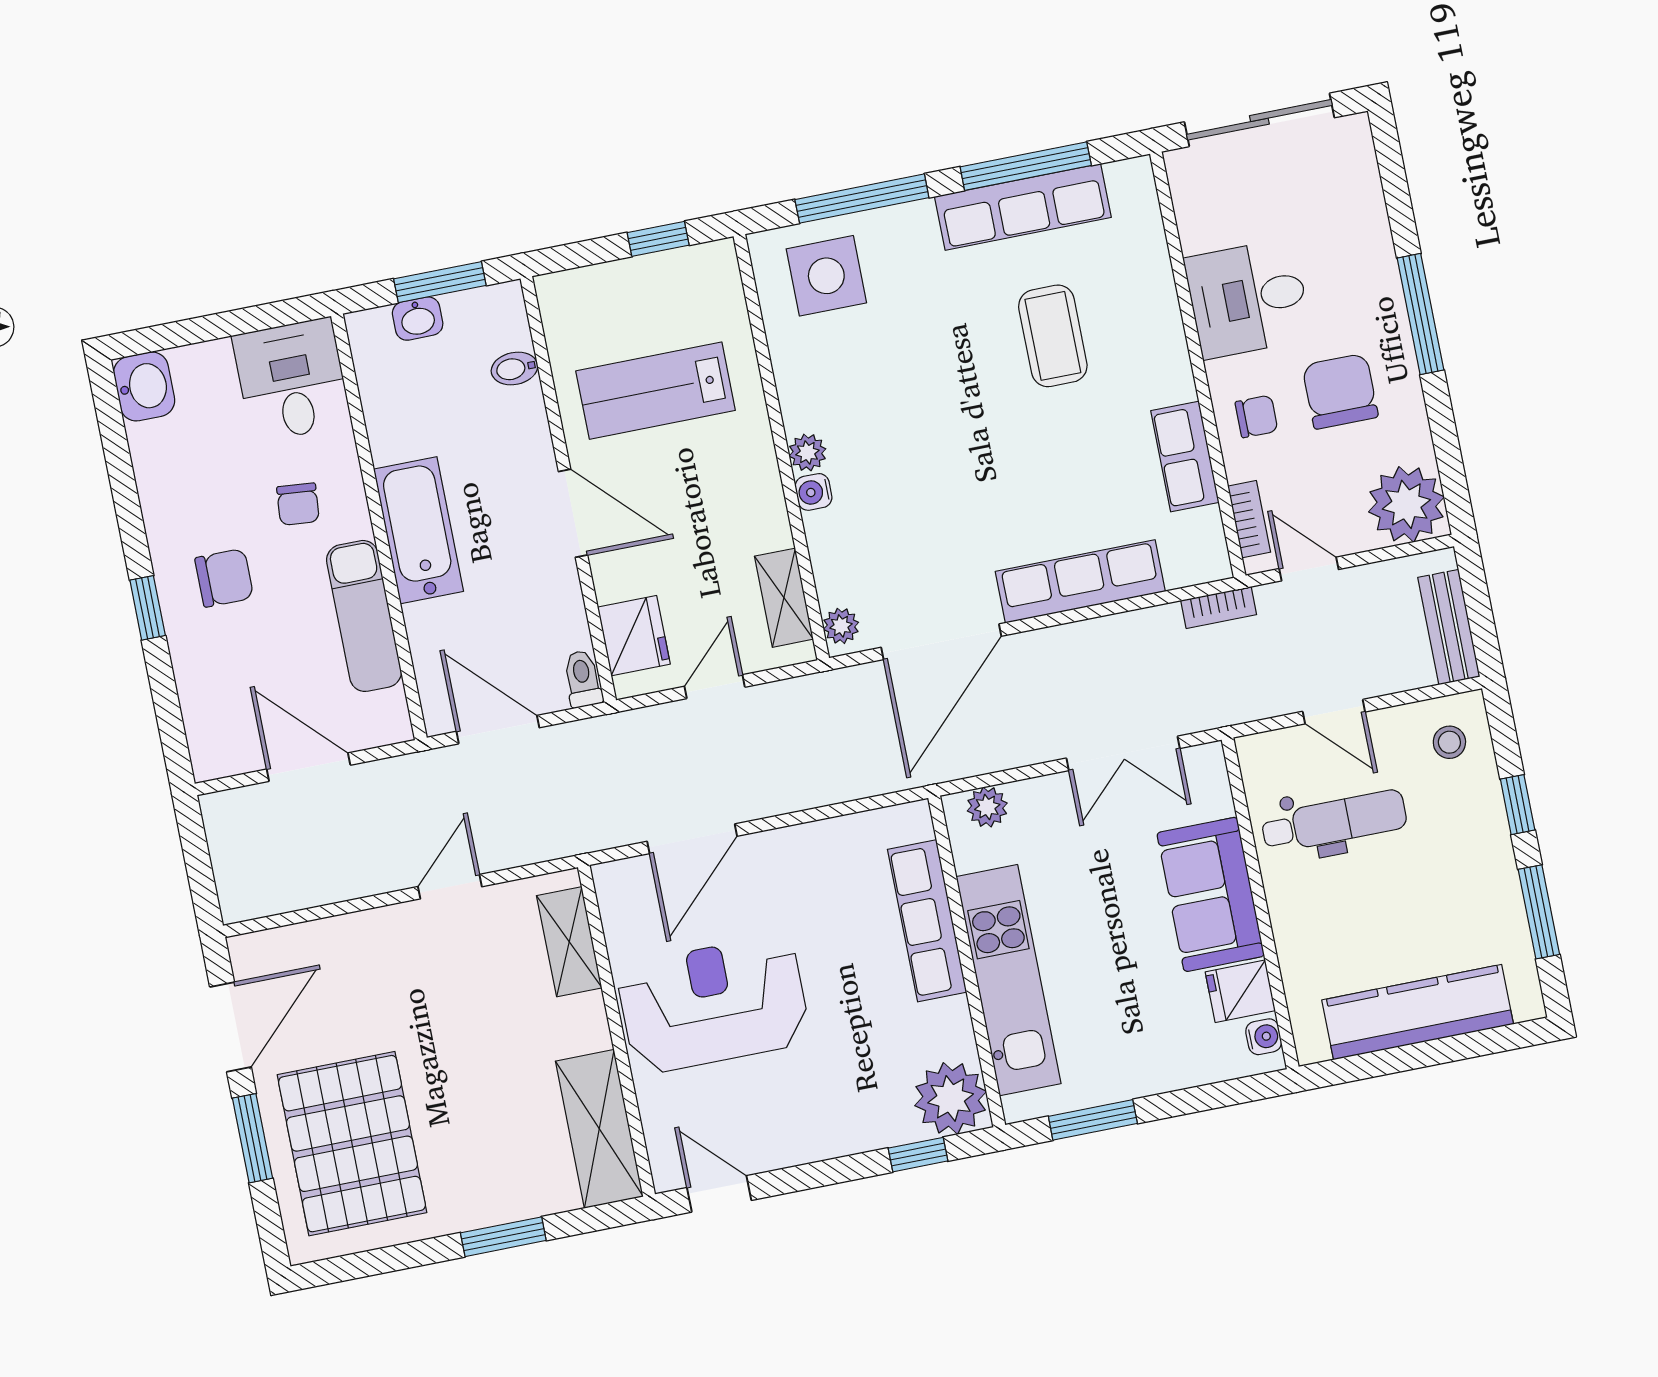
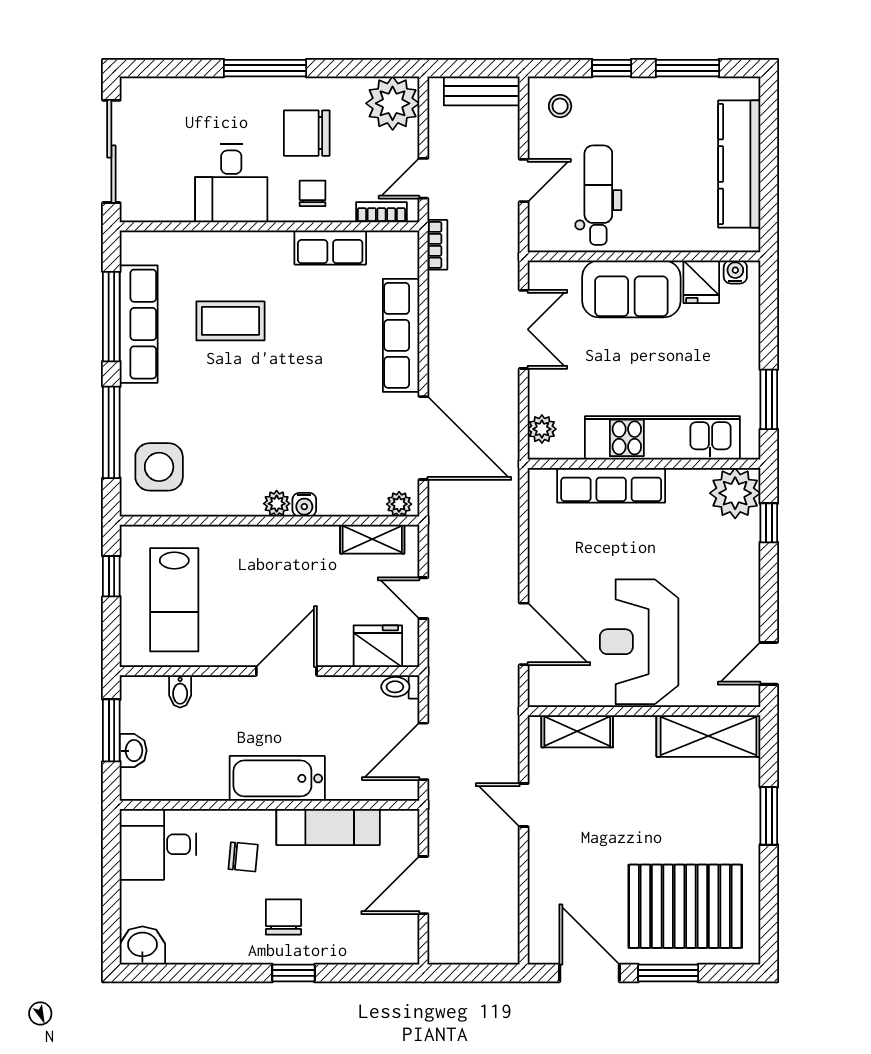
lab bench: (656, 391) -> (174, 600), moved

